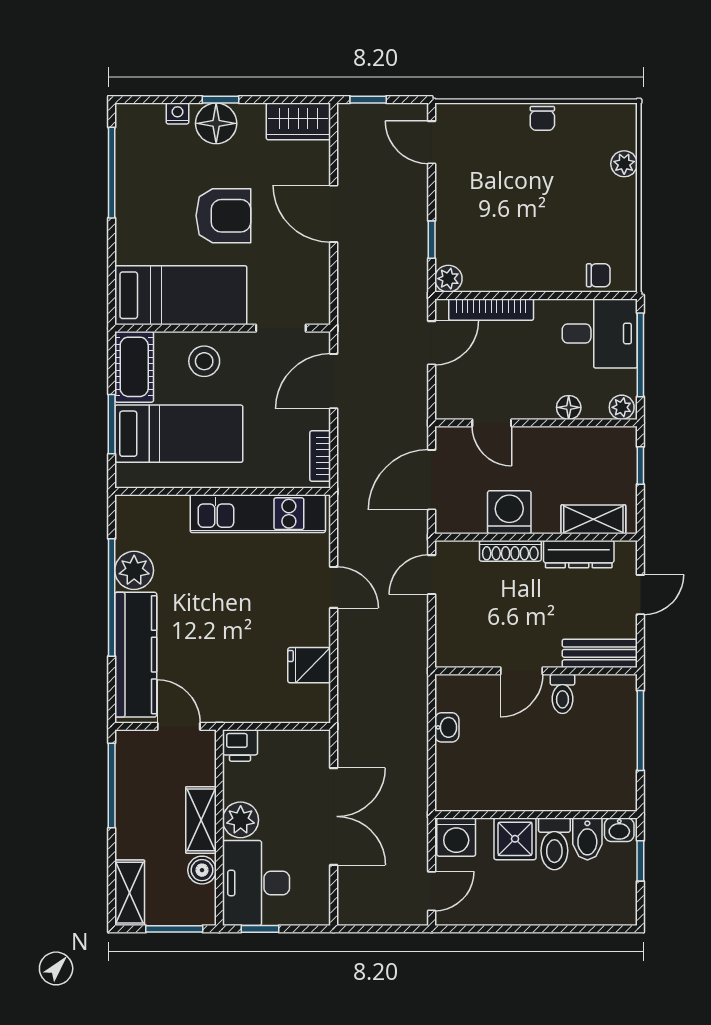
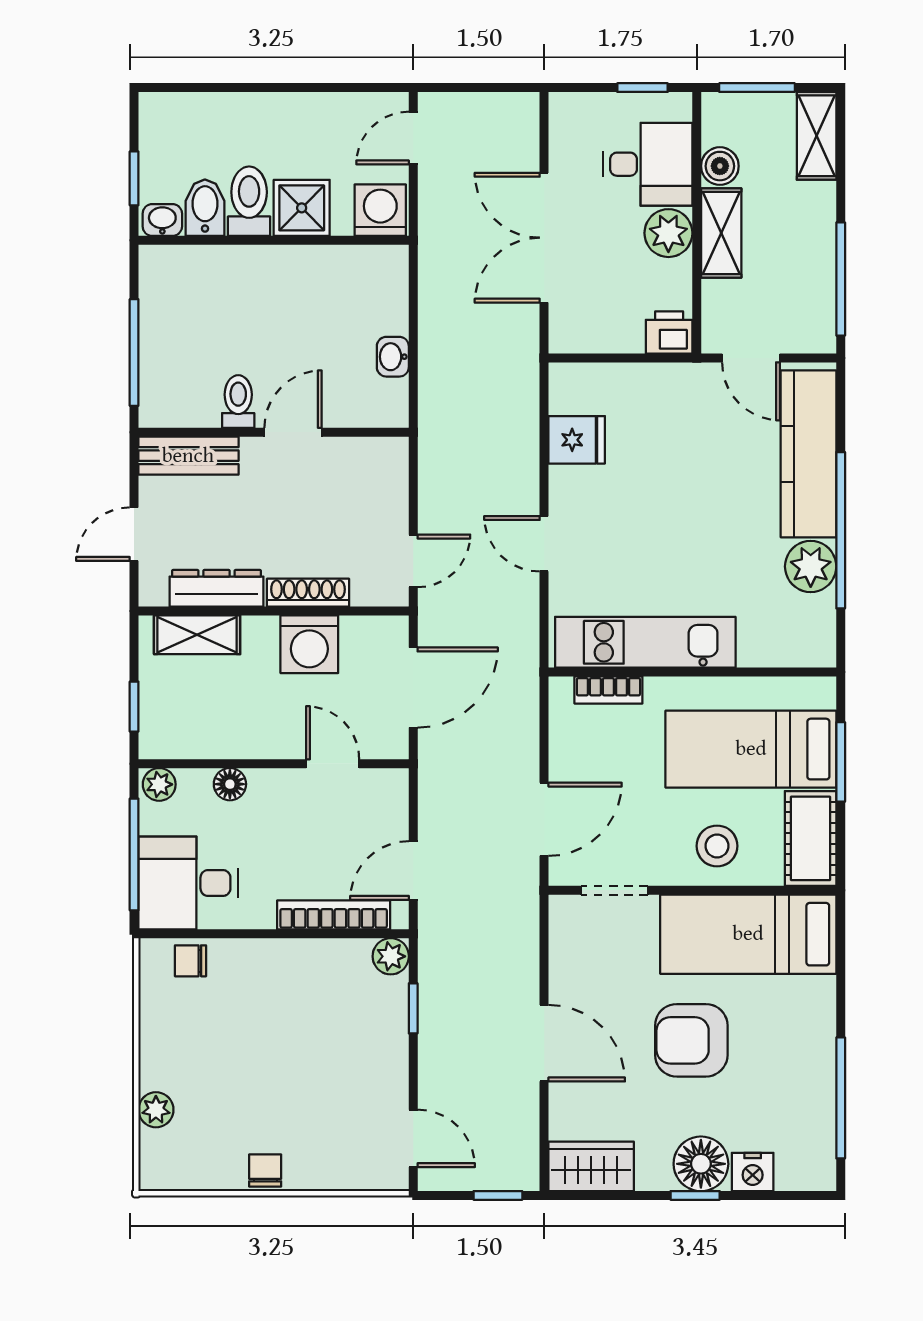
nightstand: (177, 113) -> (753, 1172), width x1.39, depth x1.35
bookcase: (320, 456) -> (608, 690), moved, turned 90
desk: (256, 883) -> (648, 164), width x0.73

